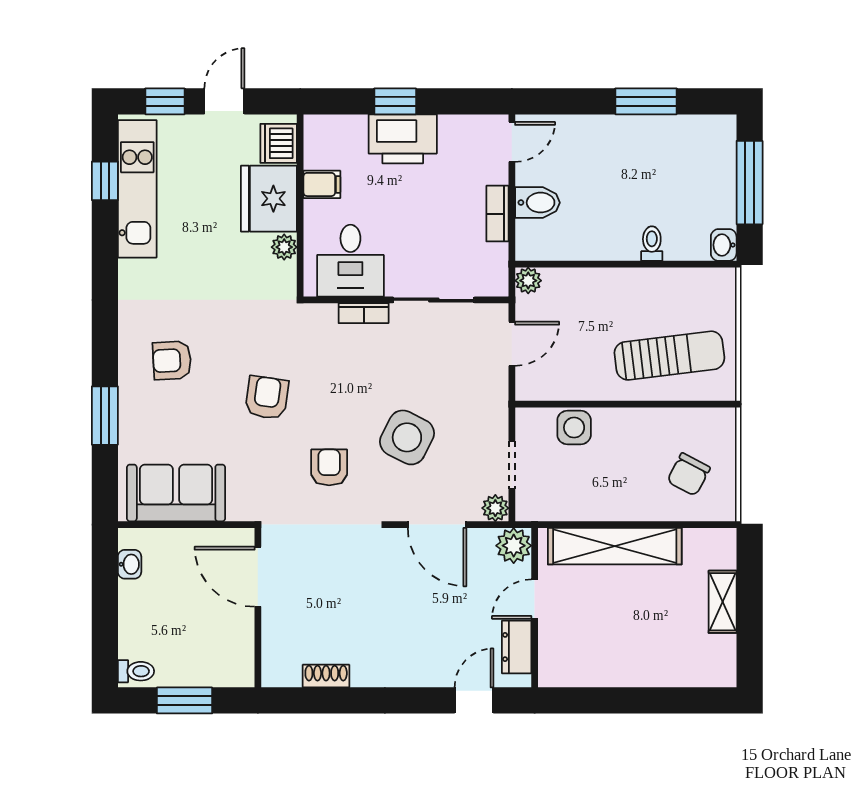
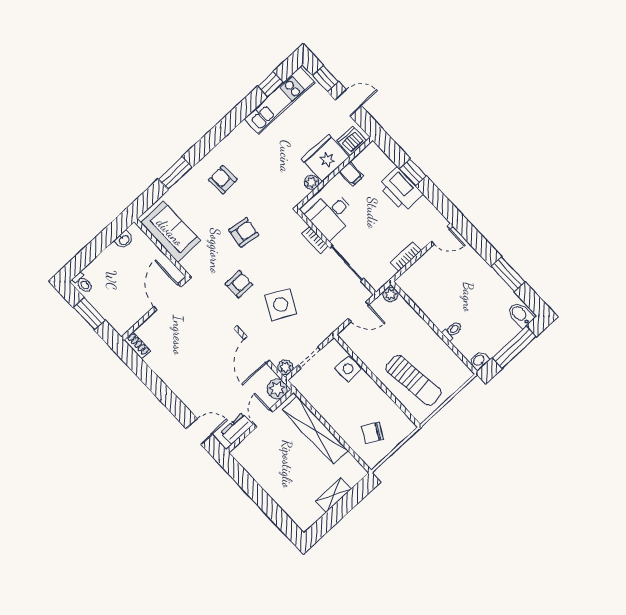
bidet: (537, 203) -> (520, 315), moved, turned 180
door: (535, 599) -> (263, 418), hinge flipped
shoe rack: (326, 676) -> (137, 345), moved

